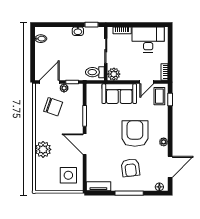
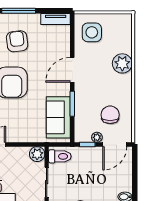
sofa: (119, 94) -> (58, 117), moved, turned -90
chair: (53, 107) -> (110, 115), turned 71
door: (85, 144) -> (72, 70), swing flipped

